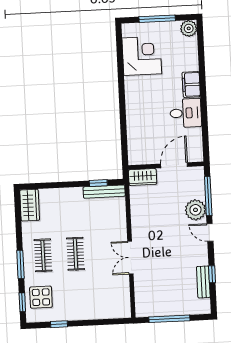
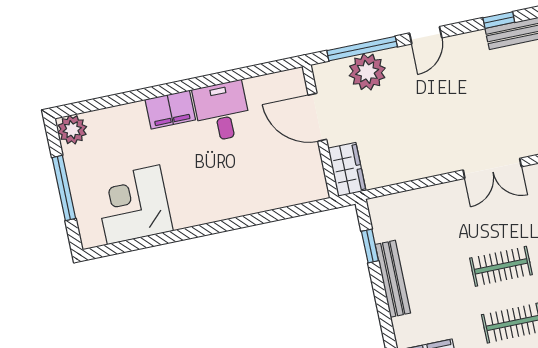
bench: (104, 192) -> (393, 279), moved
plant: (195, 210) -> (367, 72), moved

